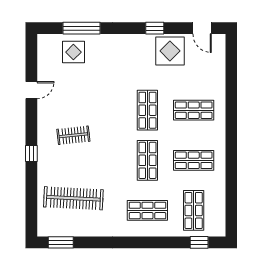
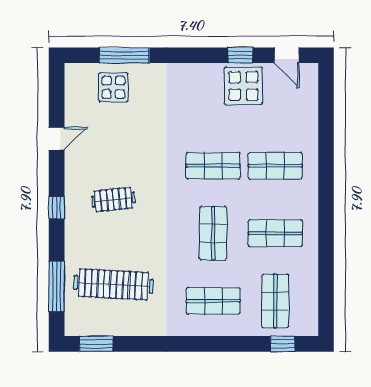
window: (155, 28) -> (240, 55), moved
shop shelf: (147, 110) -> (213, 166), turned 90
window: (31, 153) -> (57, 208), moved
window: (31, 200) -> (57, 286), added

